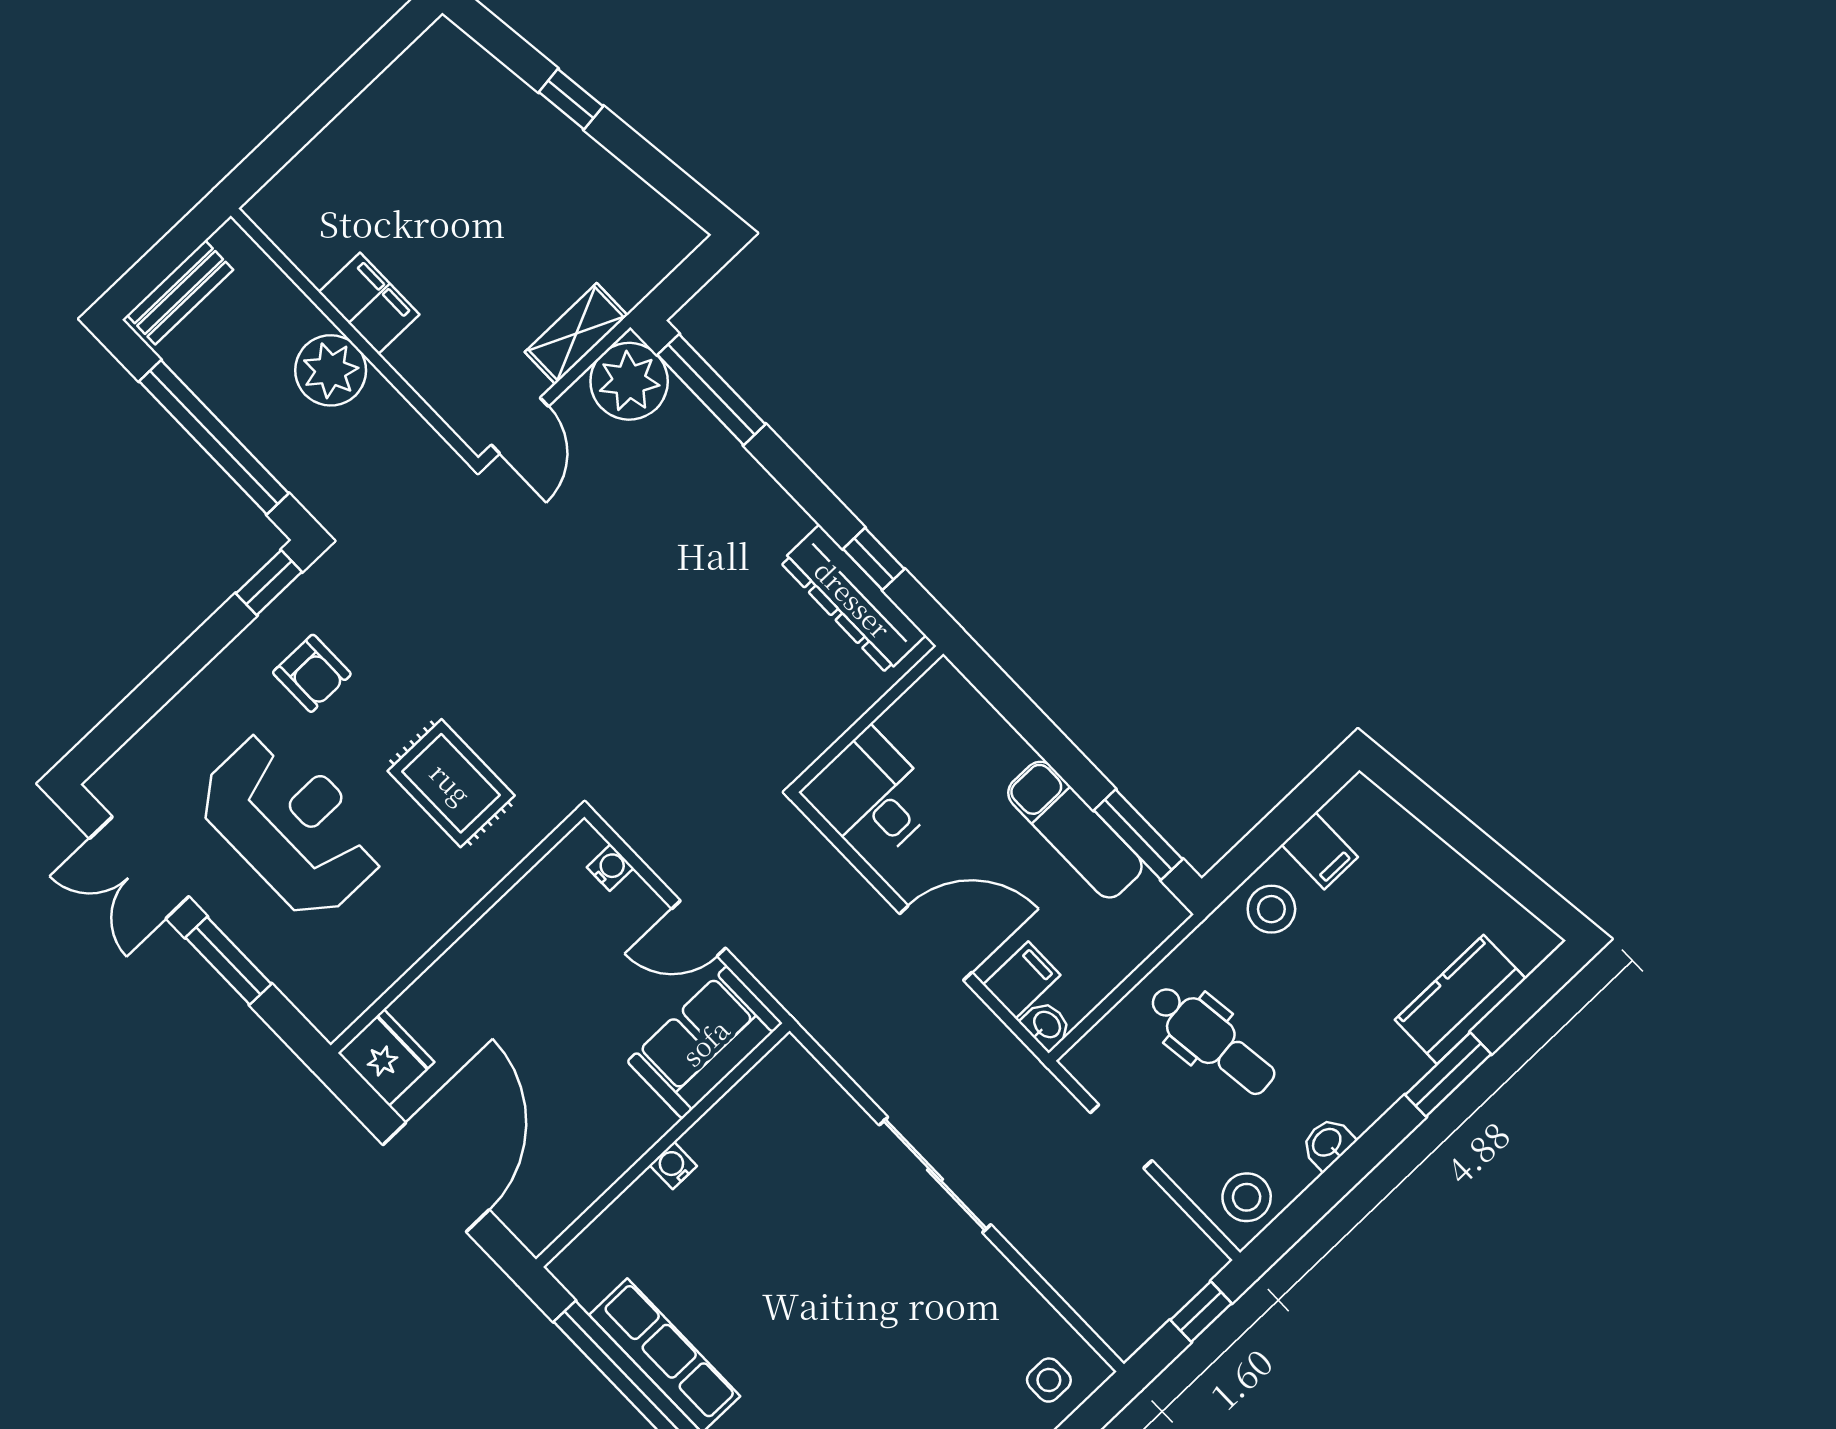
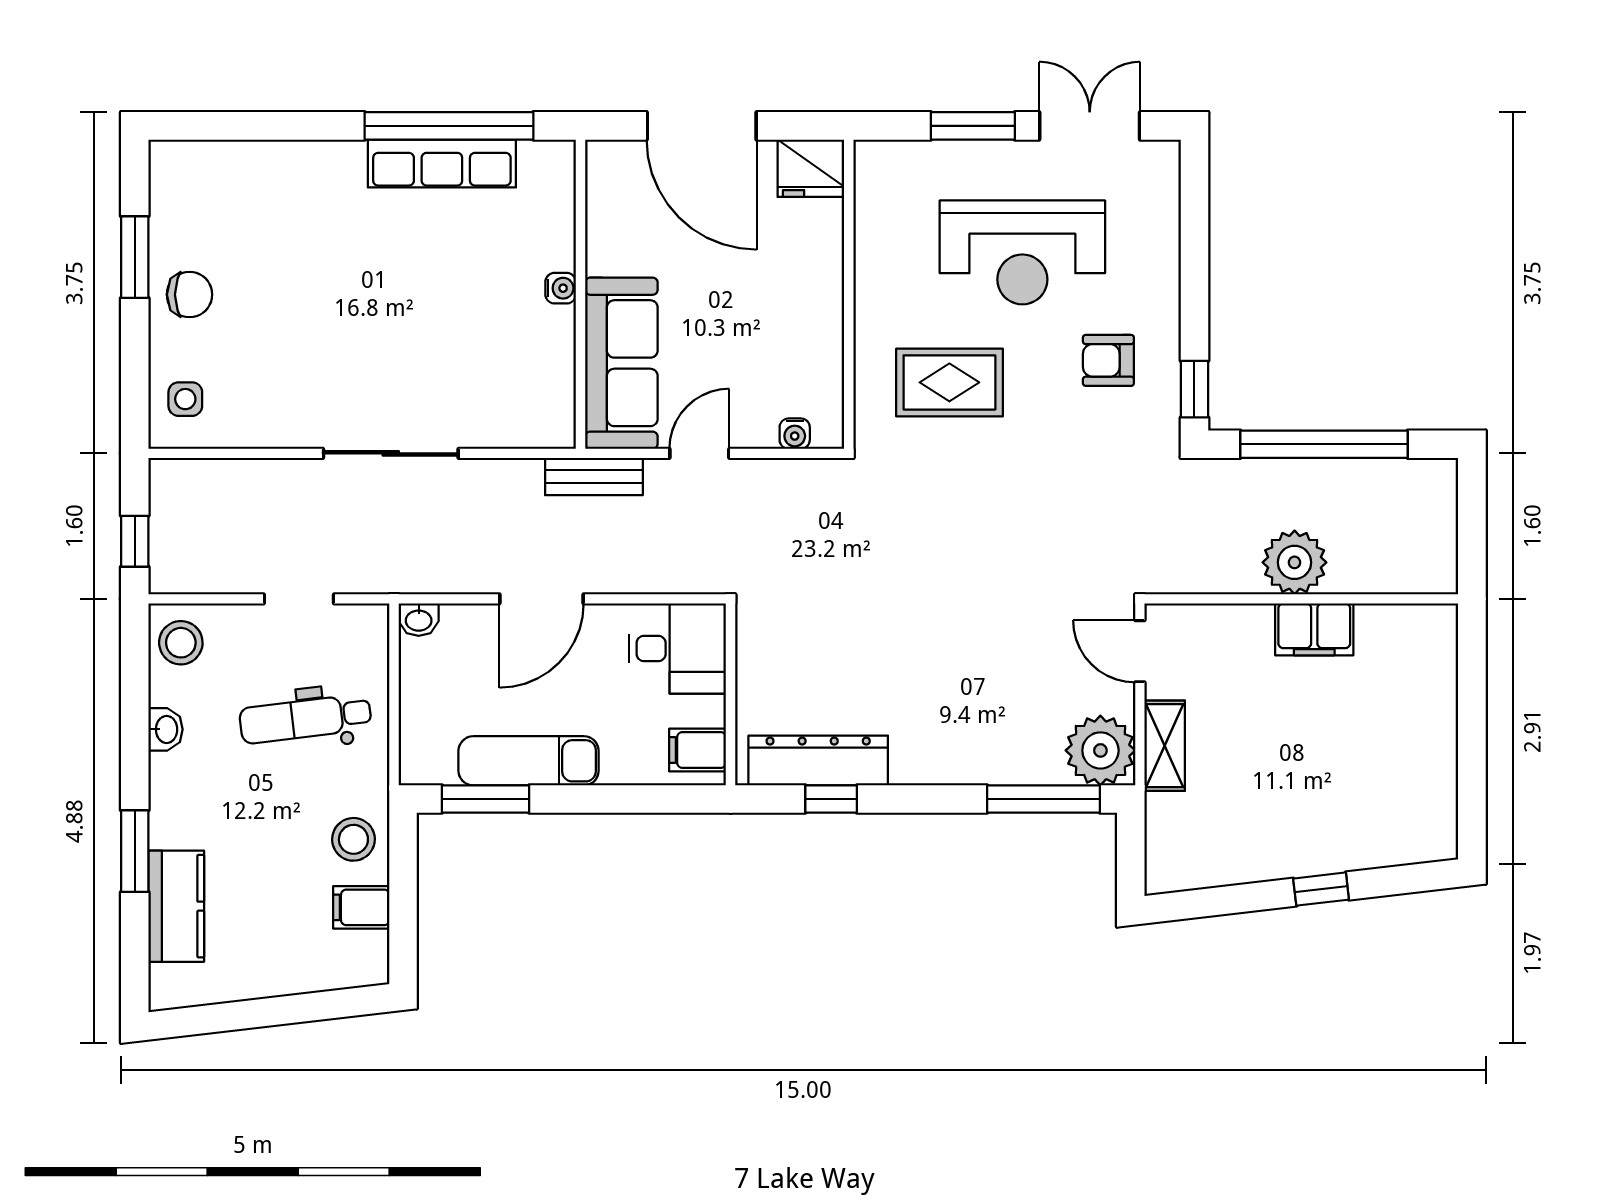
bench: (180, 292) -> (594, 477), moved, turned 90
filing cabinet: (1022, 980) -> (698, 750), moved, turned 90
sofa: (705, 1042) -> (621, 363), width x1.36

